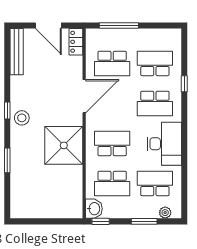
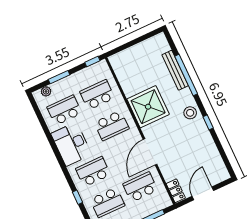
door: (48, 26) -> (203, 193), hinge flipped
bench: (17, 52) -> (175, 70), moved
window: (7, 111) -> (208, 122), moved
window: (7, 160) -> (186, 75), width x2.11
school desk: (155, 183) -> (64, 110), turned 180
washbasin: (94, 209) -> (102, 69), removed

